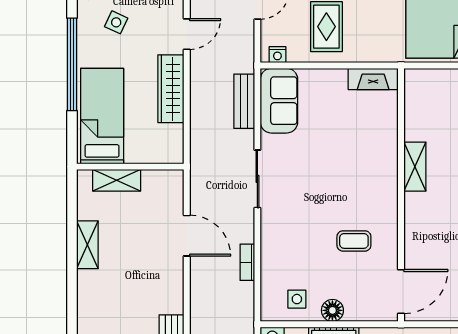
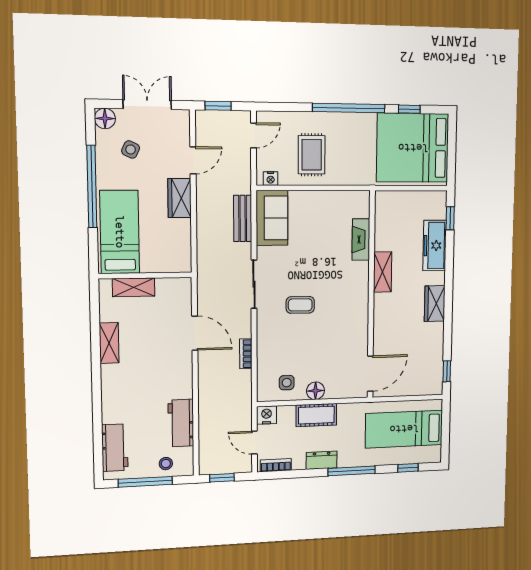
fireplace: (373, 79) -> (361, 239), moved, turned 90
wardrobe: (171, 89) -> (180, 198), width x0.67
coffee table: (354, 241) -> (300, 305), moved

